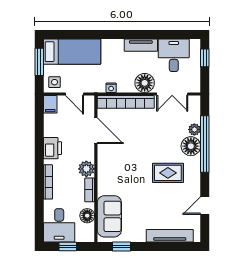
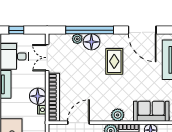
floor lamp: (145, 83) -> (38, 96), moved
double door: (172, 94) -> (47, 58), swing flipped
plant: (105, 177) -> (118, 115), added
door: (205, 206) -> (142, 30), width x1.87

